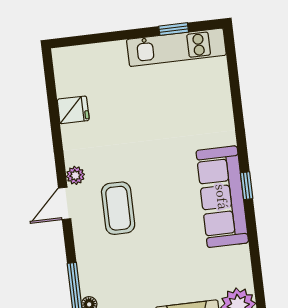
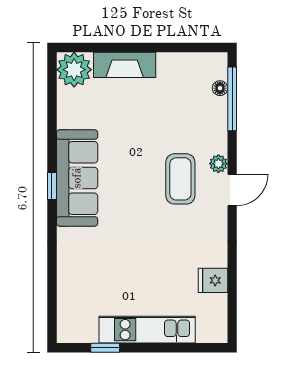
kitchen unit: (176, 47) -> (147, 330), moved
plant: (75, 175) -> (218, 164), moved

